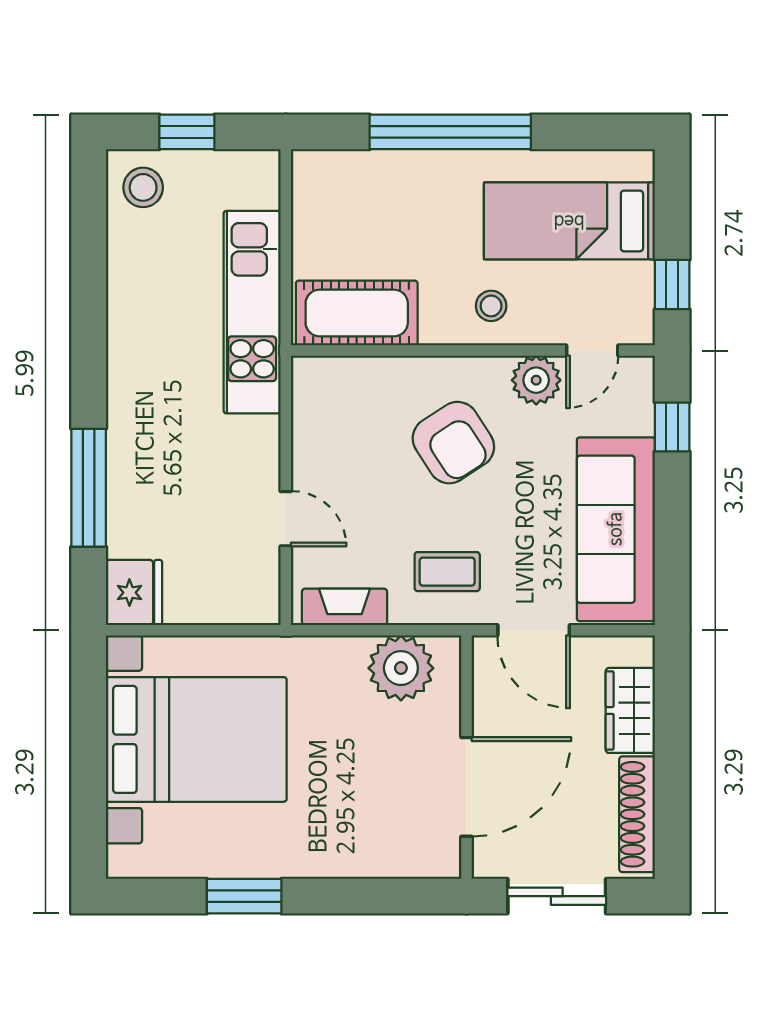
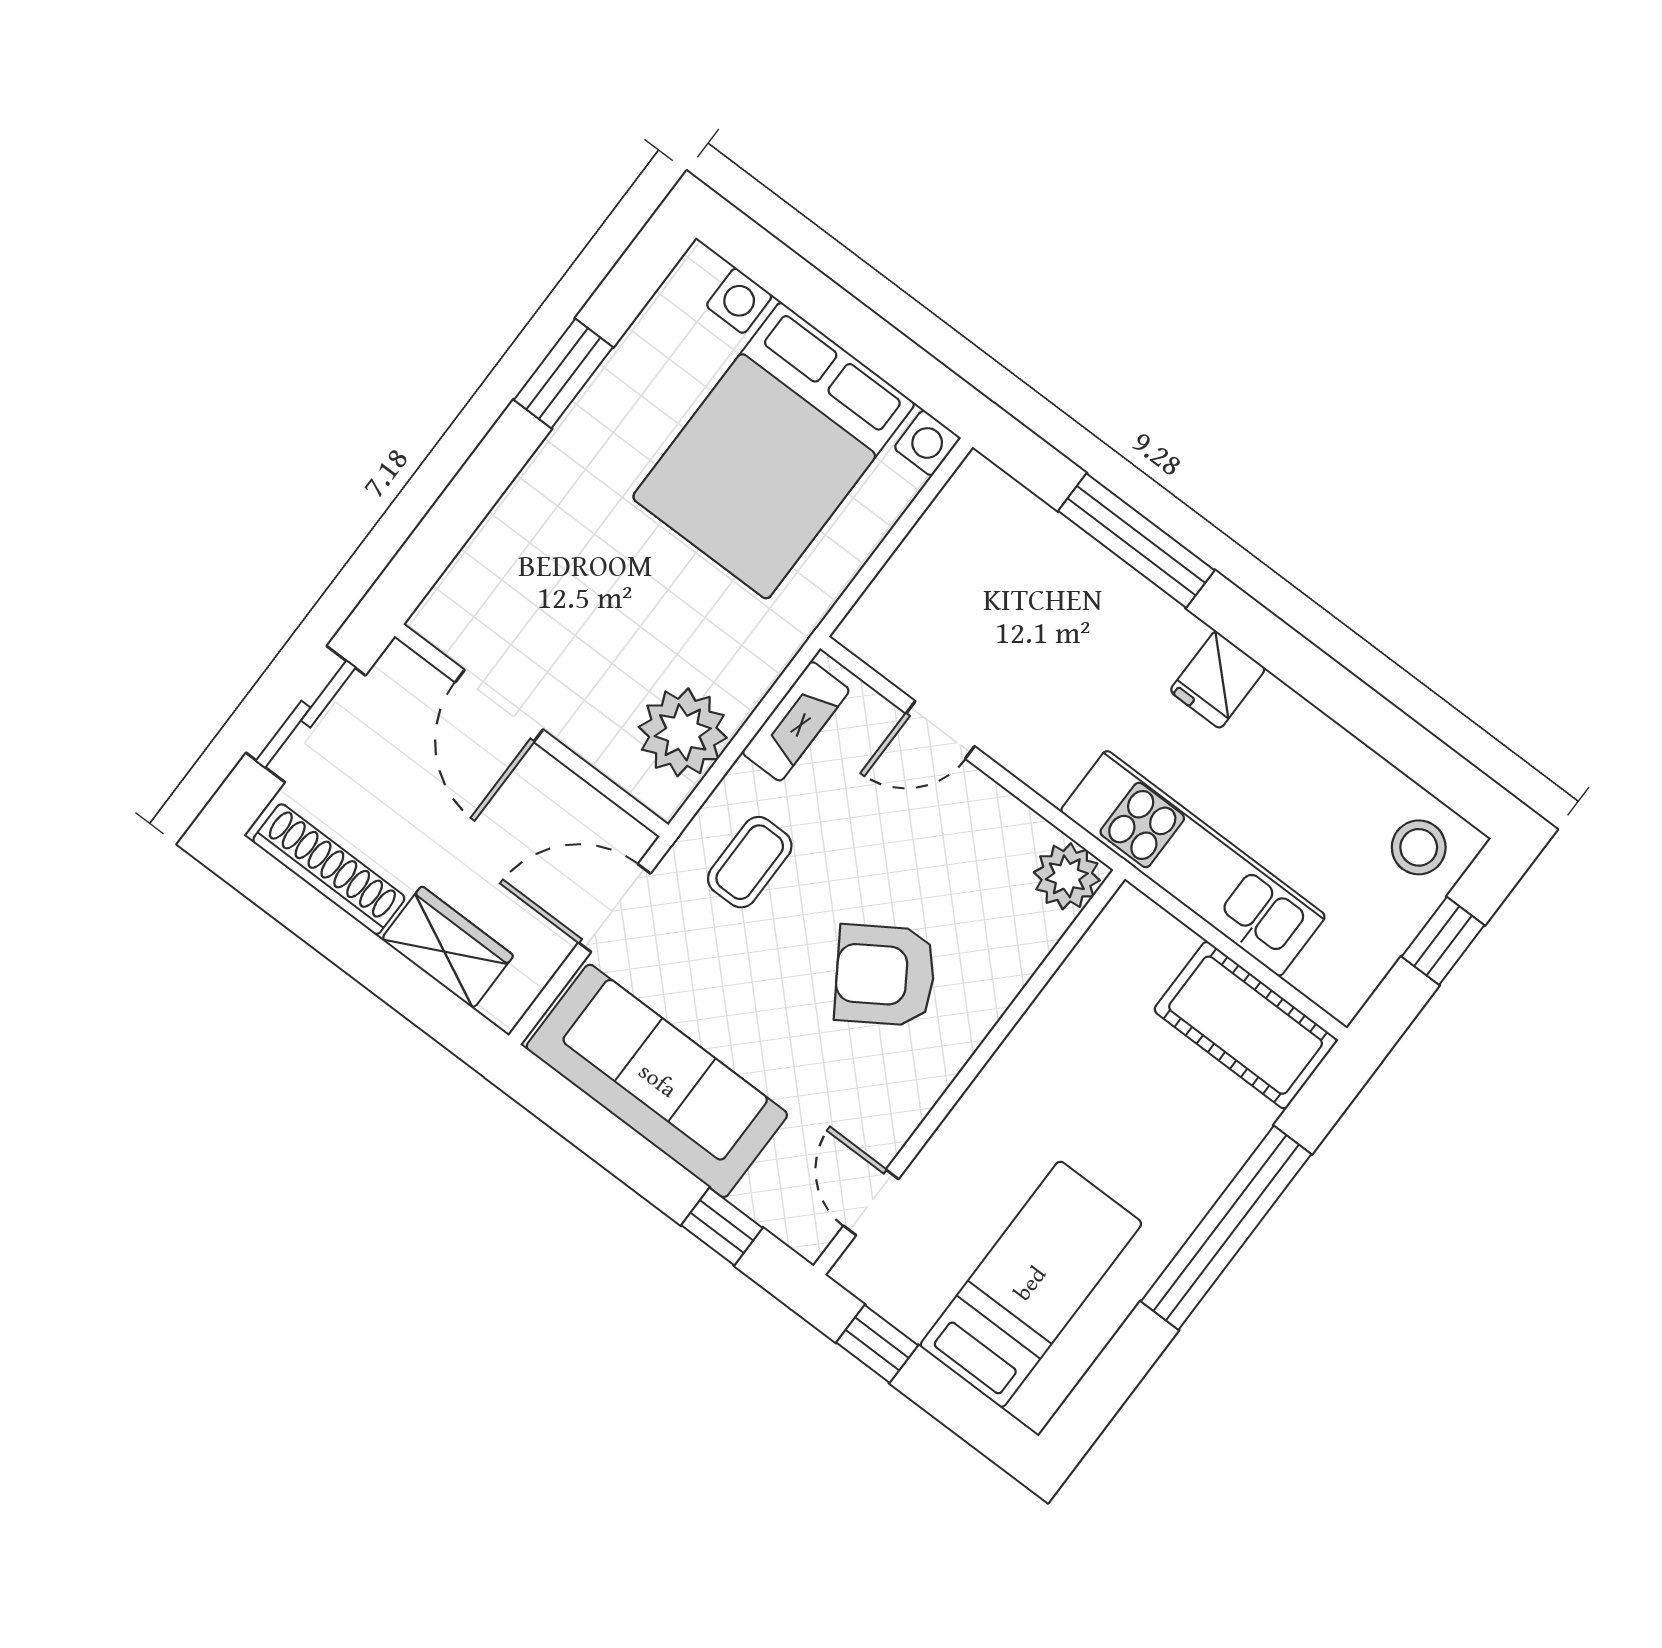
stool: (491, 306) -> (1003, 1129), removed
cot: (357, 313) -> (1246, 1025), moved, turned 90
plant: (536, 380) -> (1067, 876), moved
fridge: (134, 593) -> (1218, 680), moved, width x0.72
door: (467, 787) -> (499, 706), width x0.73

